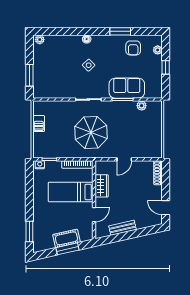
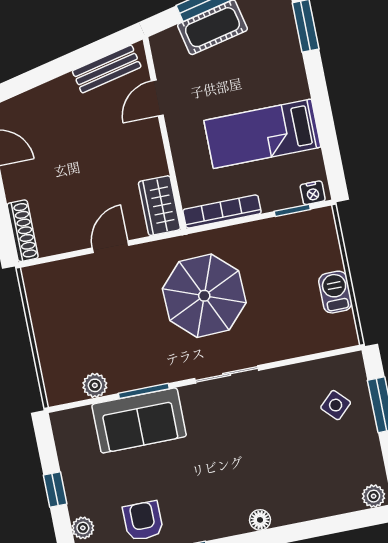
side table: (89, 65) -> (336, 405), moved
wardrobe: (102, 186) -> (159, 206), moved
bed: (71, 192) -> (262, 134), moved, turned 180
bench: (123, 228) -> (107, 69), moved

